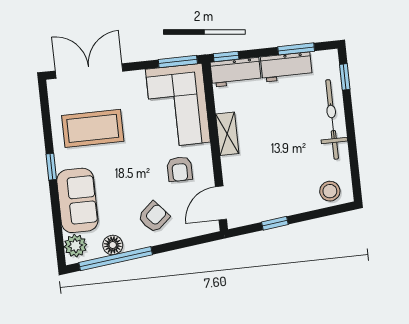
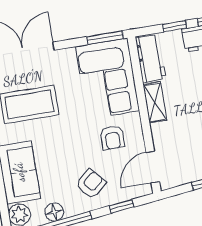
window: (226, 56) -> (174, 26), moved
workbench: (236, 72) -> (151, 59), moved, turned -90
window: (185, 243) -> (122, 206), added

